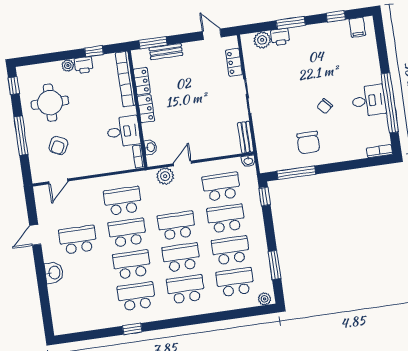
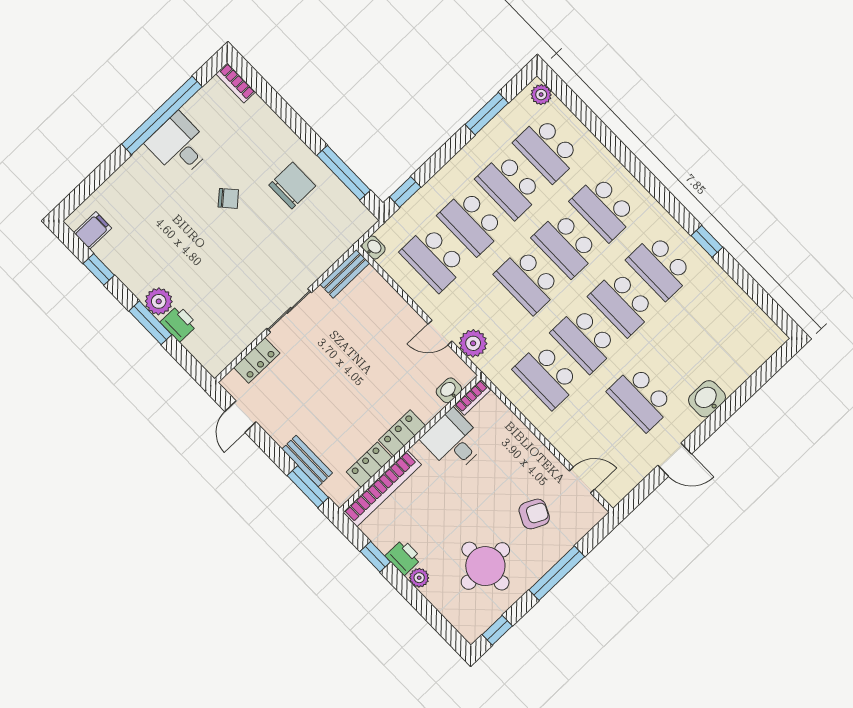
plant: (262, 40) -> (159, 301), moved

